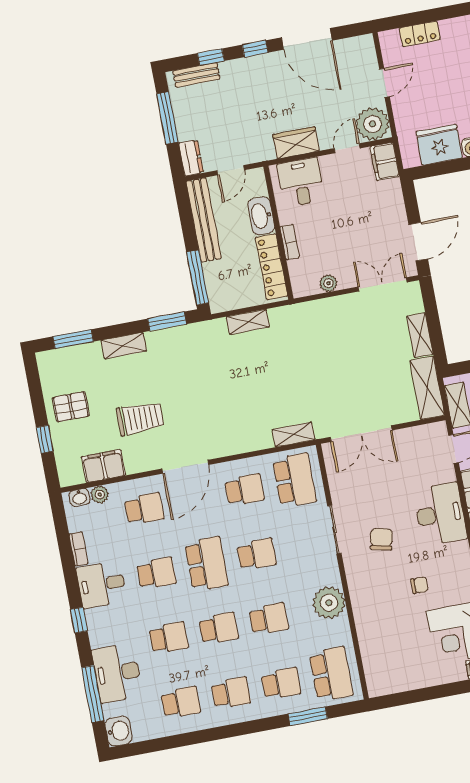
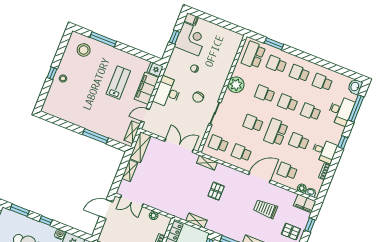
pallet: (246, 395) -> (216, 191), added
filing cabinet: (104, 466) -> (305, 204), moved
school desk: (294, 480) -> (218, 144), width x0.54

